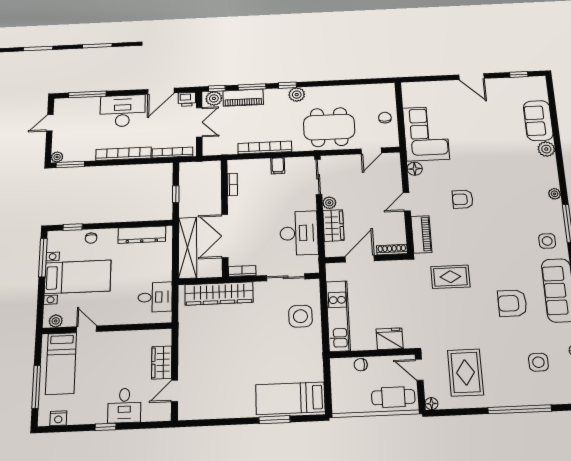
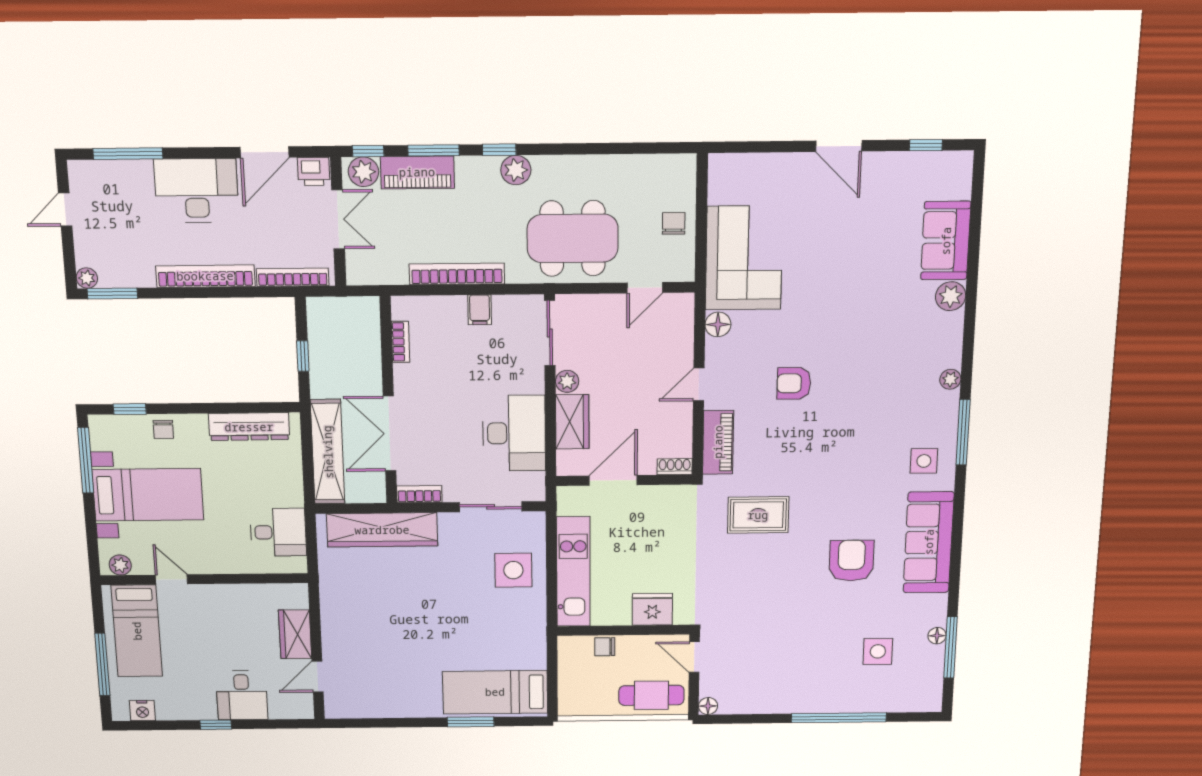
shoe rack: (392, 250) -> (675, 467), width x0.70
armchair: (512, 303) -> (851, 561), turned 90
rug: (465, 372) -> (764, 663), removed

